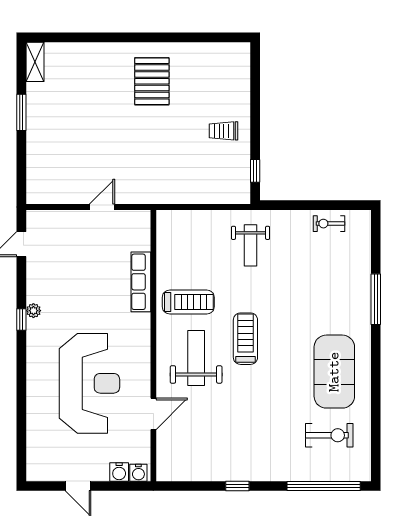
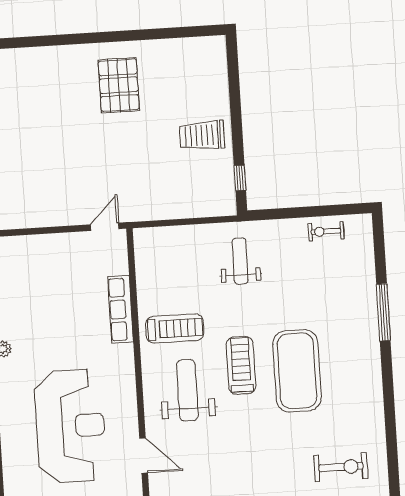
trolley: (224, 131) -> (202, 135), width x1.36, depth x1.39
door: (102, 207) -> (105, 227), moved
weight bench: (251, 245) -> (240, 261), turned 180
exercise mat: (334, 372) -> (297, 371), moved
door: (153, 414) -> (144, 456), hinge flipped

